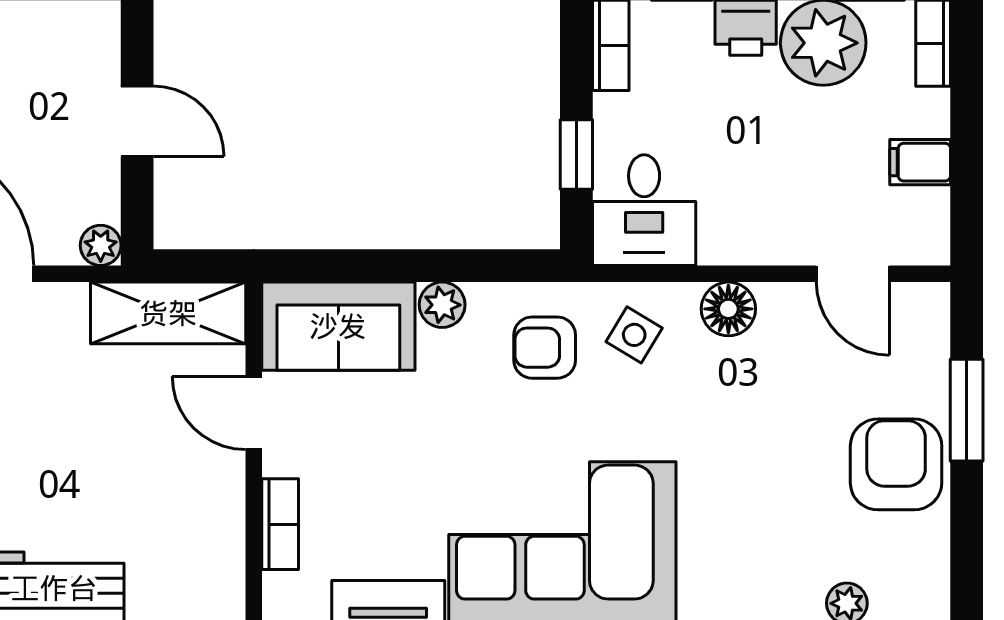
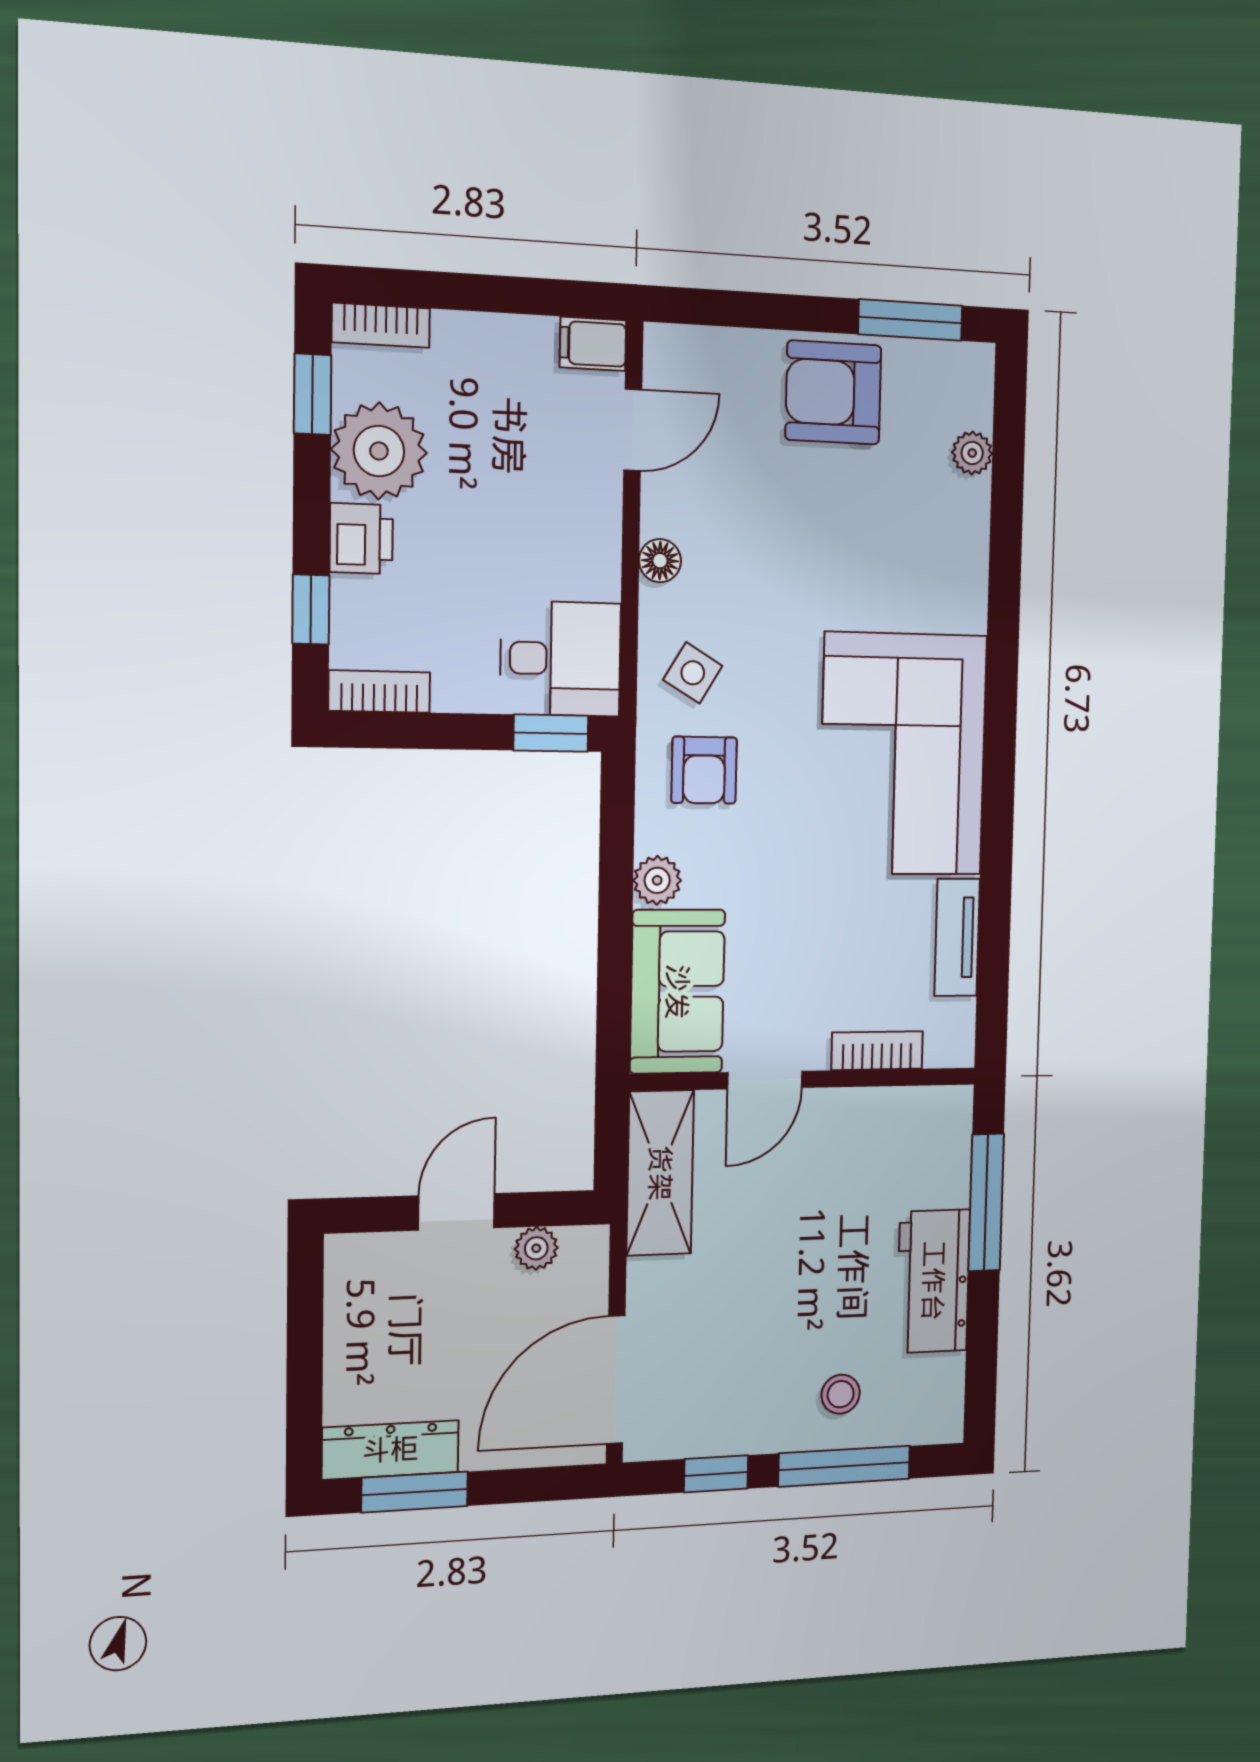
window: (576, 155) -> (551, 733), moved
filing cabinet: (920, 162) -> (593, 344), moved, turned 90
plant: (101, 245) -> (536, 1248), moved
floor lamp: (728, 309) -> (660, 561), width x0.73, depth x0.73
window: (967, 410) -> (910, 320), moved

